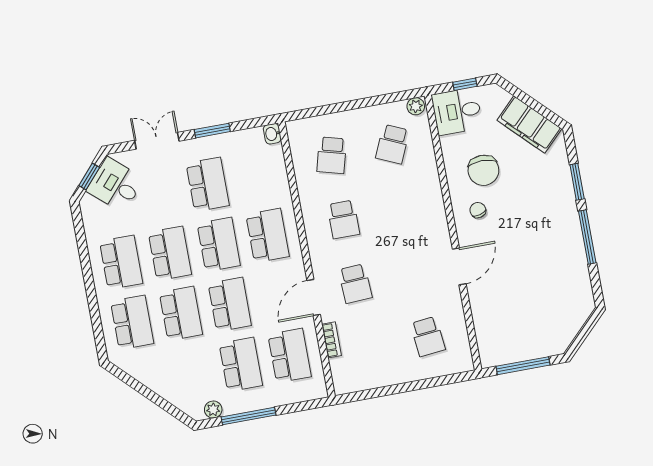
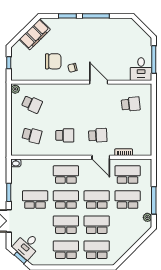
desk: (457, 111) -> (141, 69), moved

